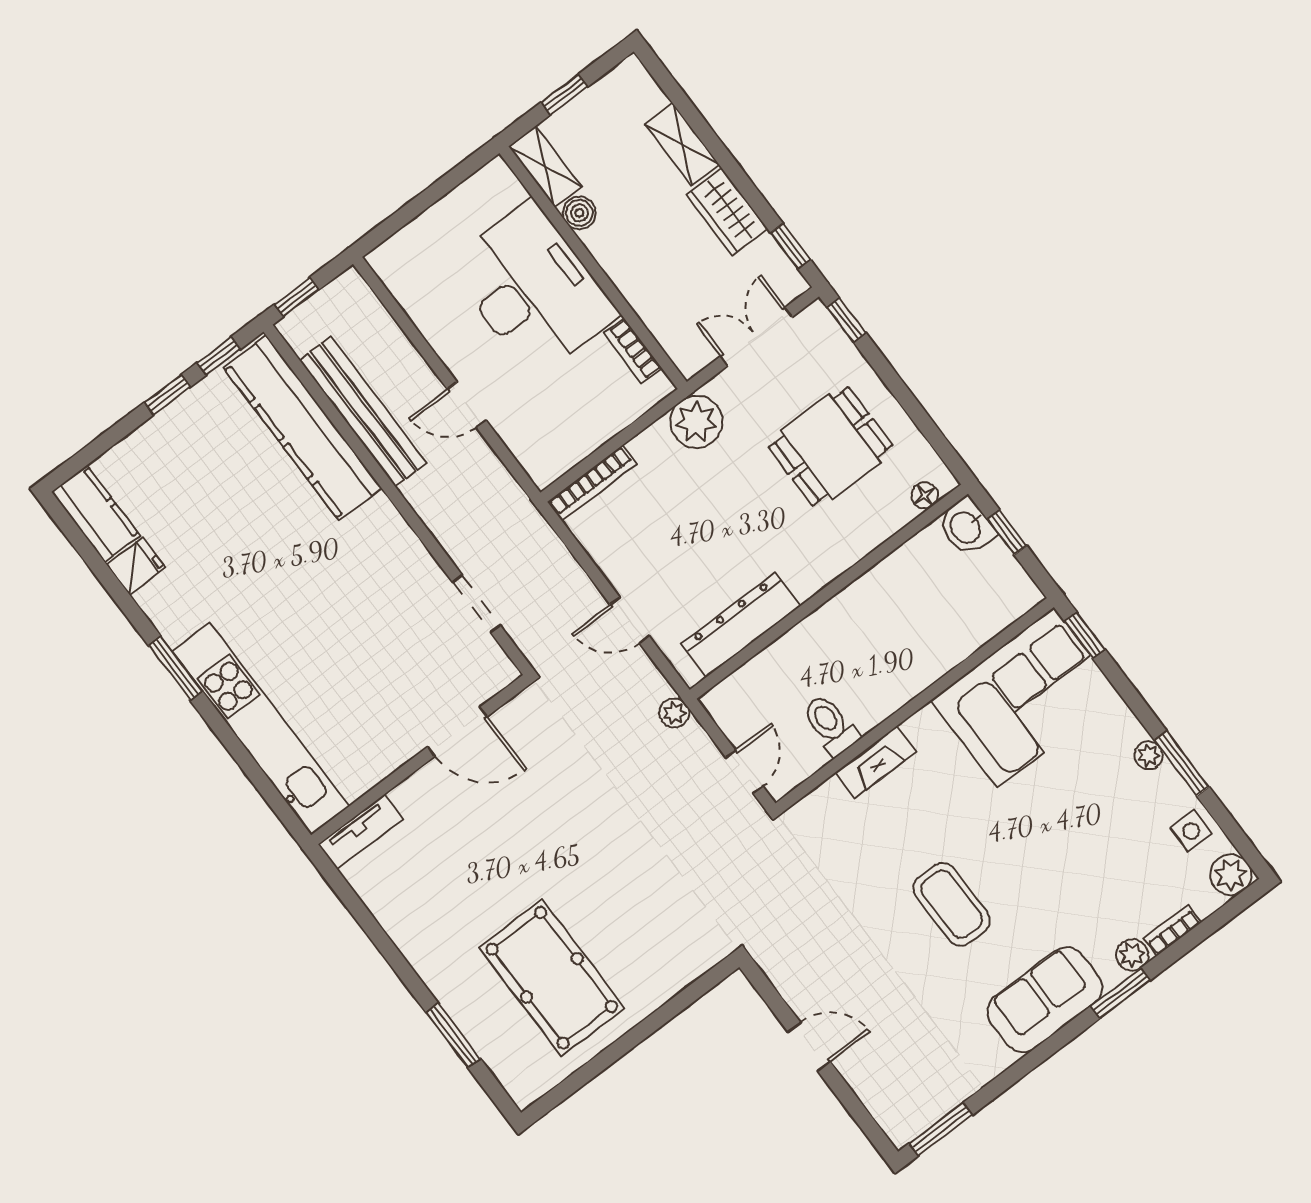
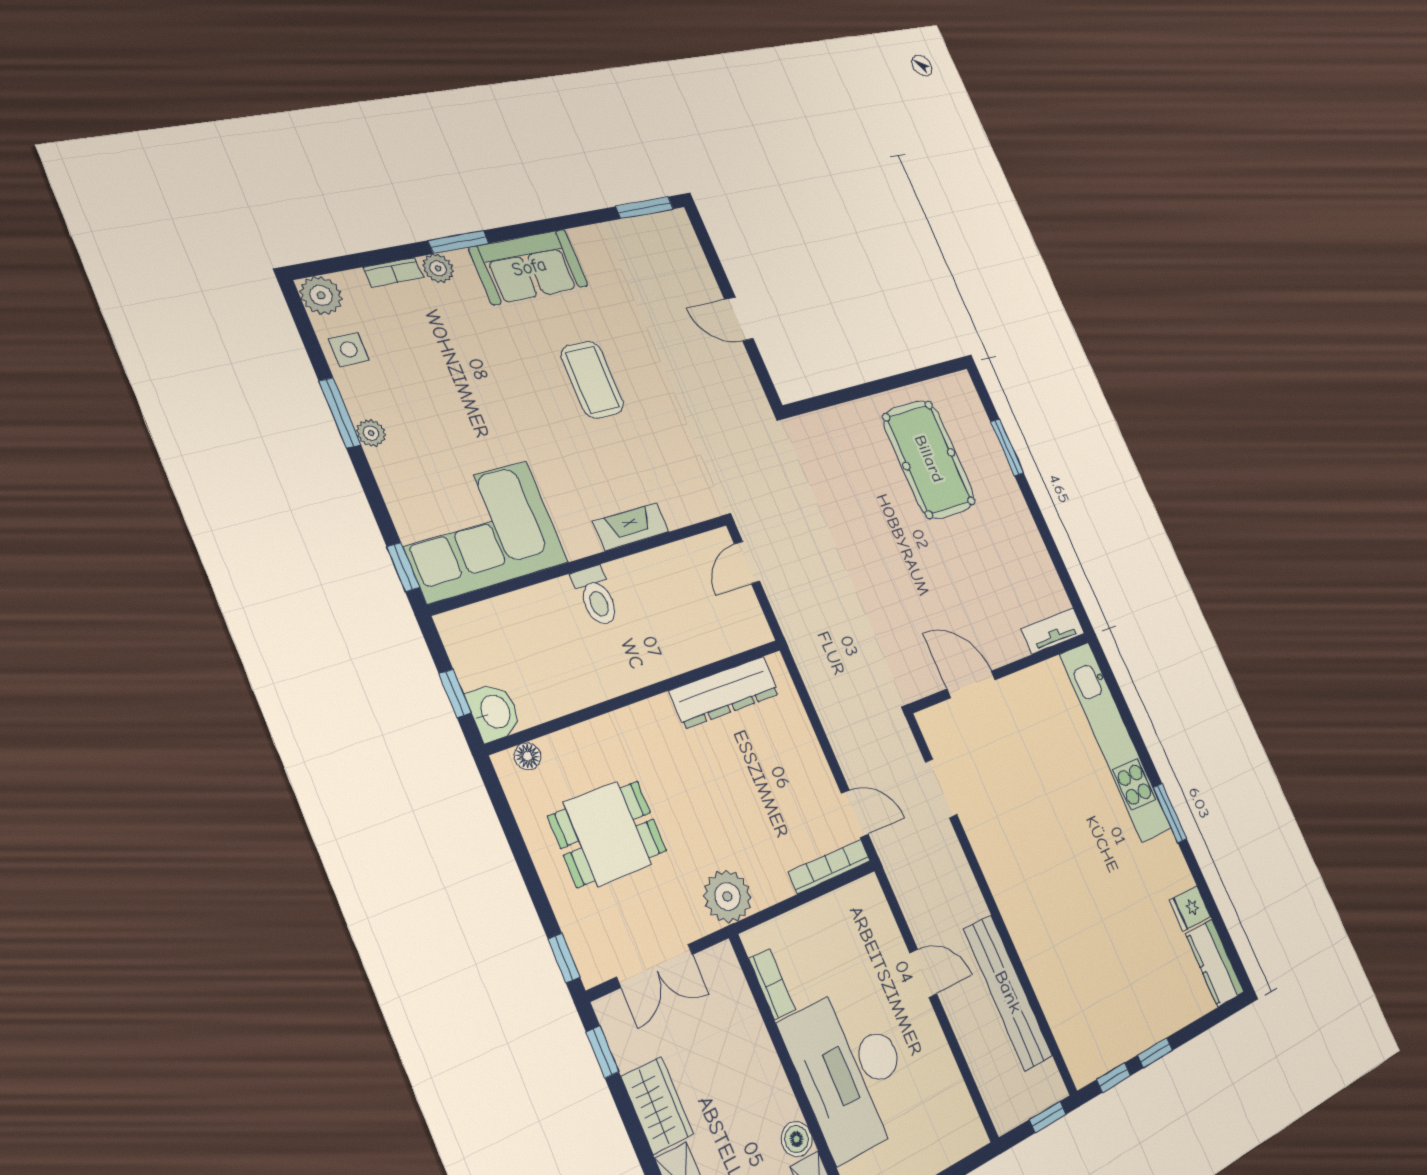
kitchen counter: (303, 428) -> (1057, 992), removed
door: (630, 620) -> (855, 814), moved
plant: (674, 713) -> (796, 635), removed
toilet: (830, 725) -> (596, 596), moved

